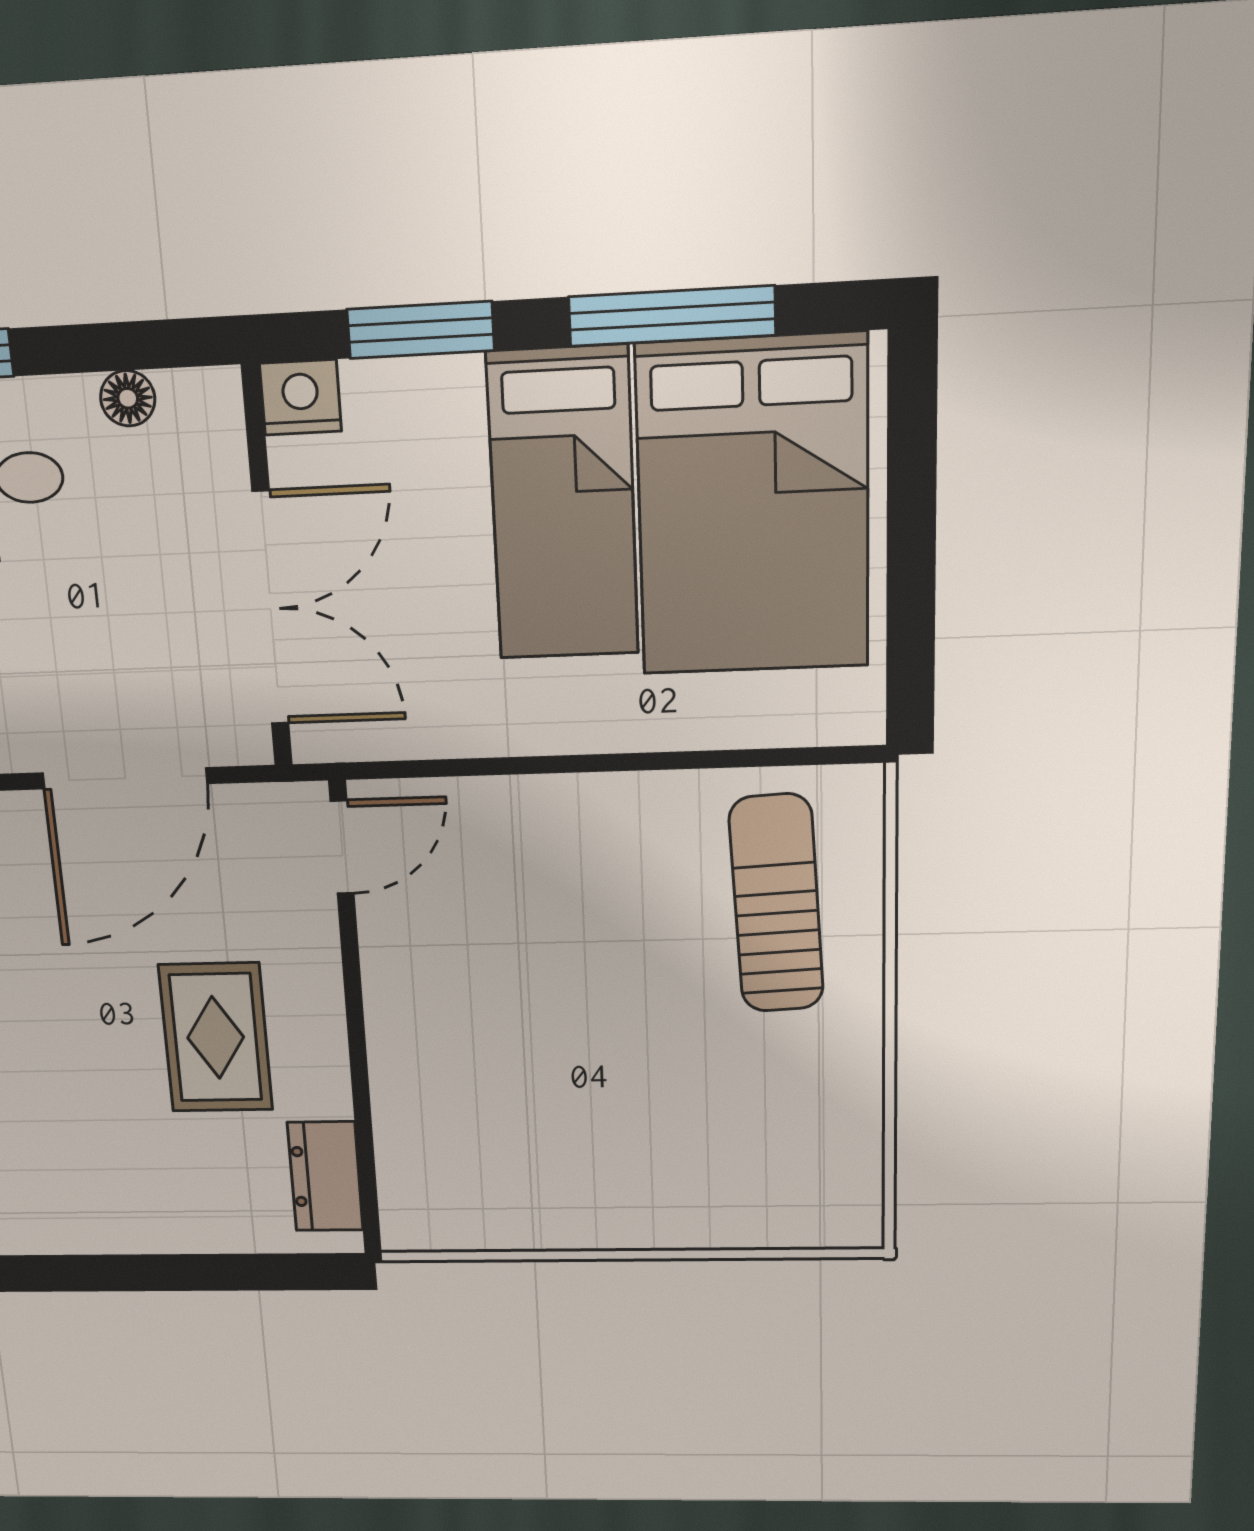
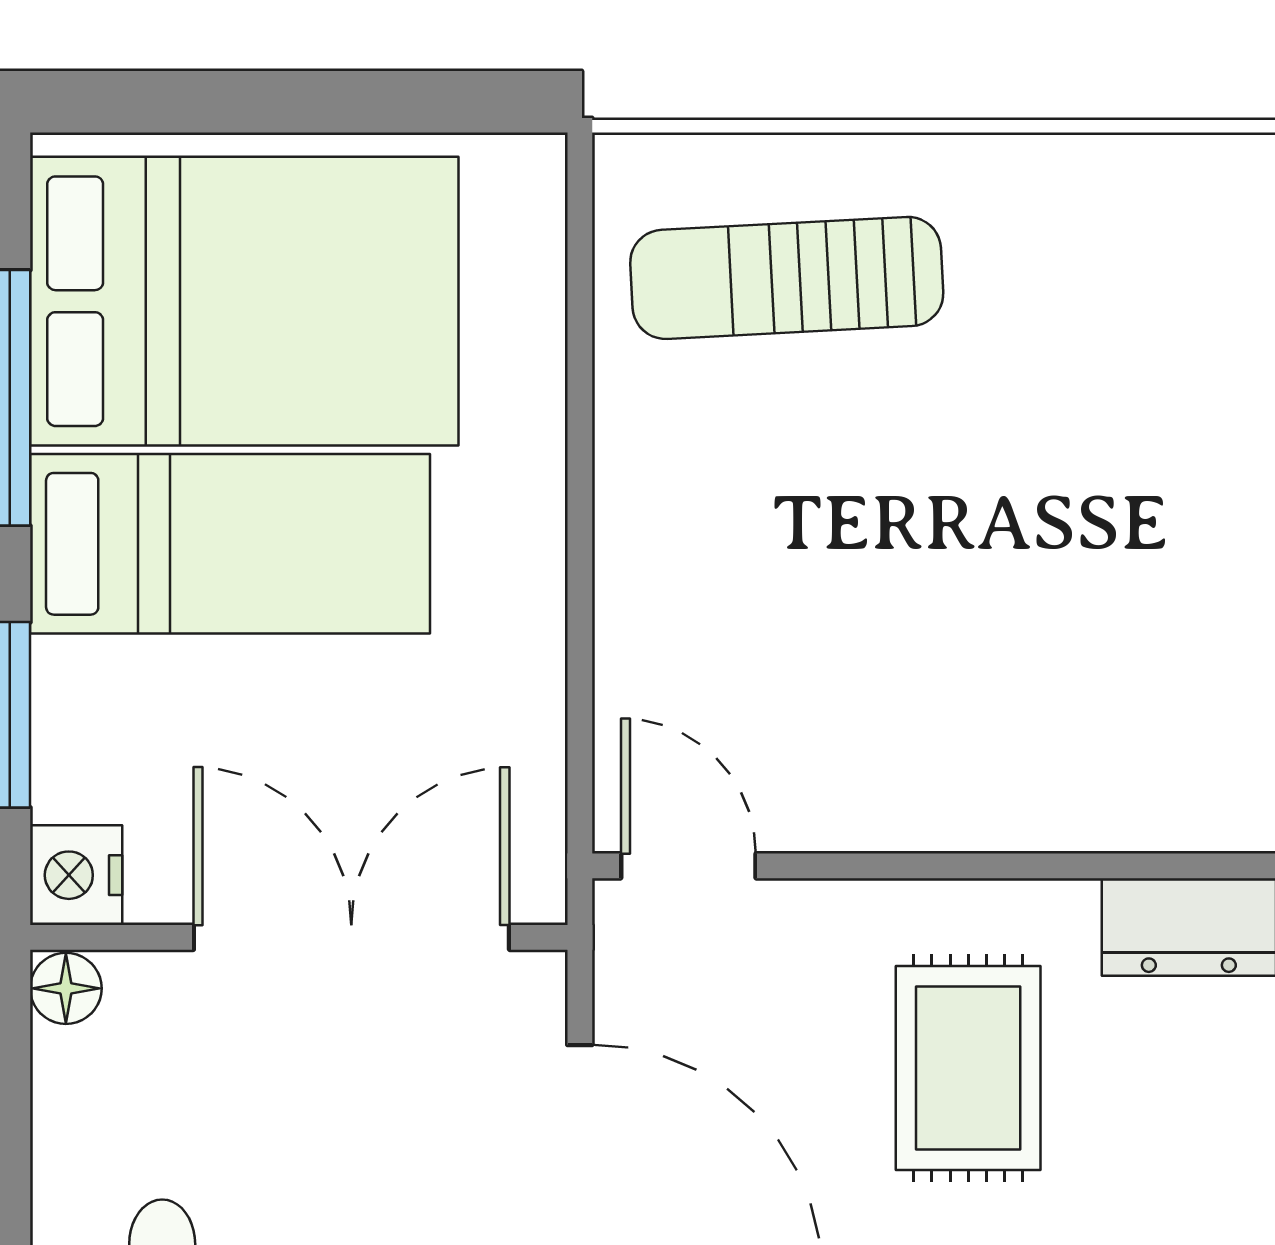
floor lamp: (128, 398) -> (66, 988), moved
rug: (216, 1037) -> (968, 1068), turned 90

